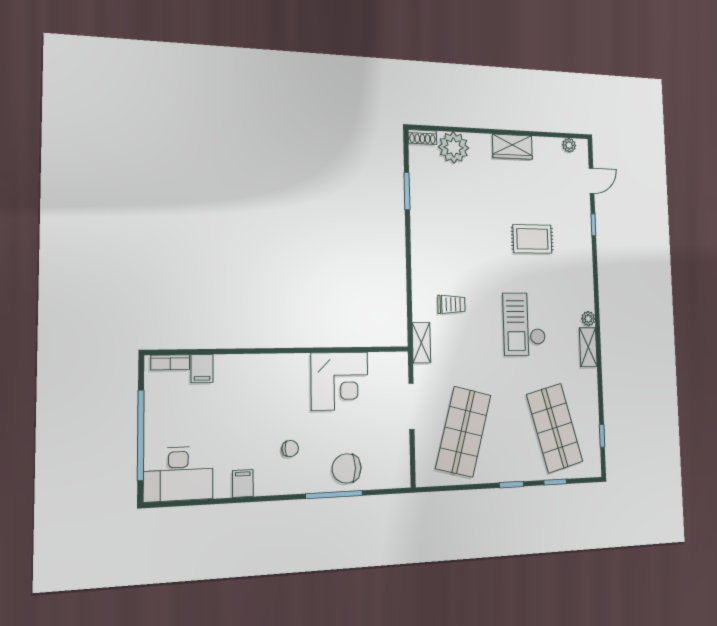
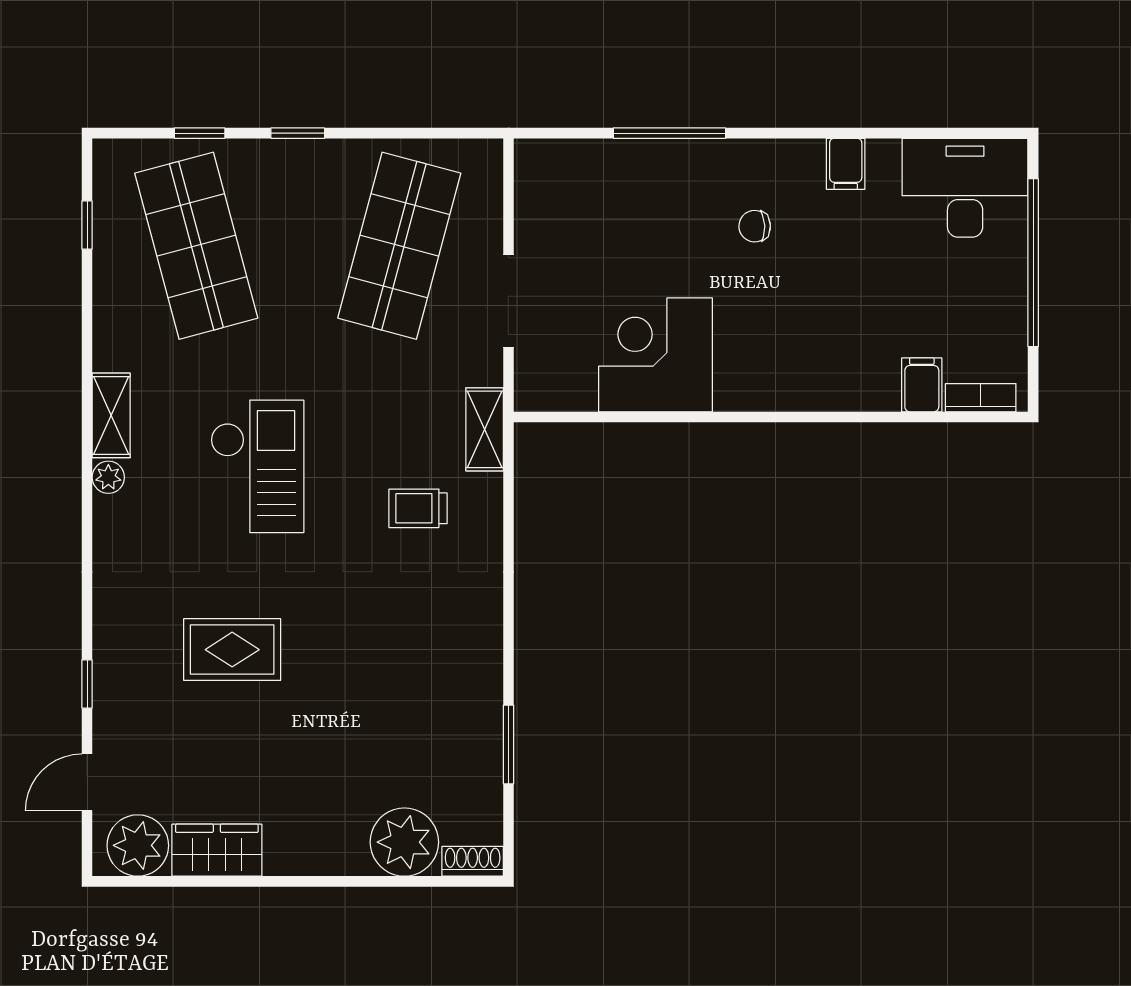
plant: (569, 145) -> (138, 845), width x1.87, depth x1.87
wardrobe: (512, 147) -> (217, 850), moved
chair: (347, 468) -> (644, 183), removed

